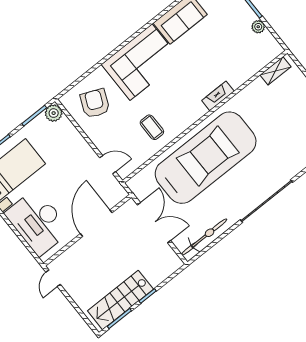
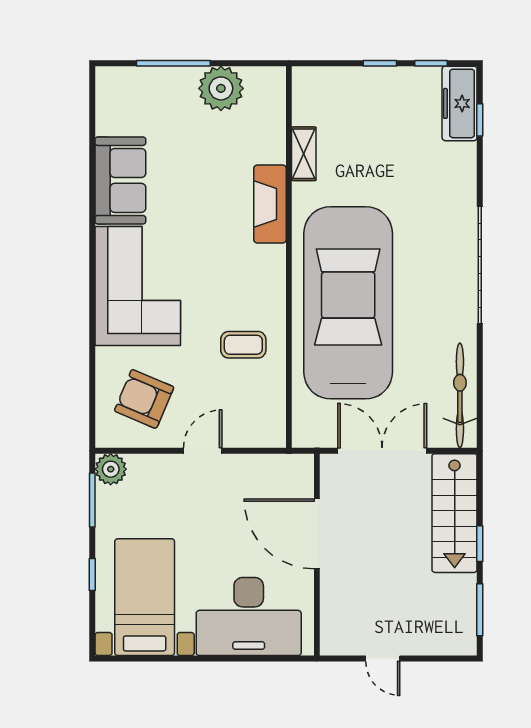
plant: (258, 27) -> (221, 88), width x1.87, depth x1.87
shelving: (275, 71) -> (304, 154), moved
fireplace: (218, 96) -> (270, 204), width x1.37, depth x1.32
door: (108, 165) -> (203, 451), moved
door: (53, 278) -> (383, 658), moved
stairs: (120, 300) -> (455, 513), moved

